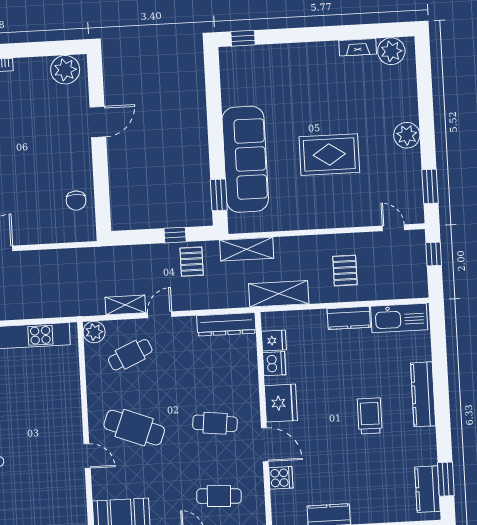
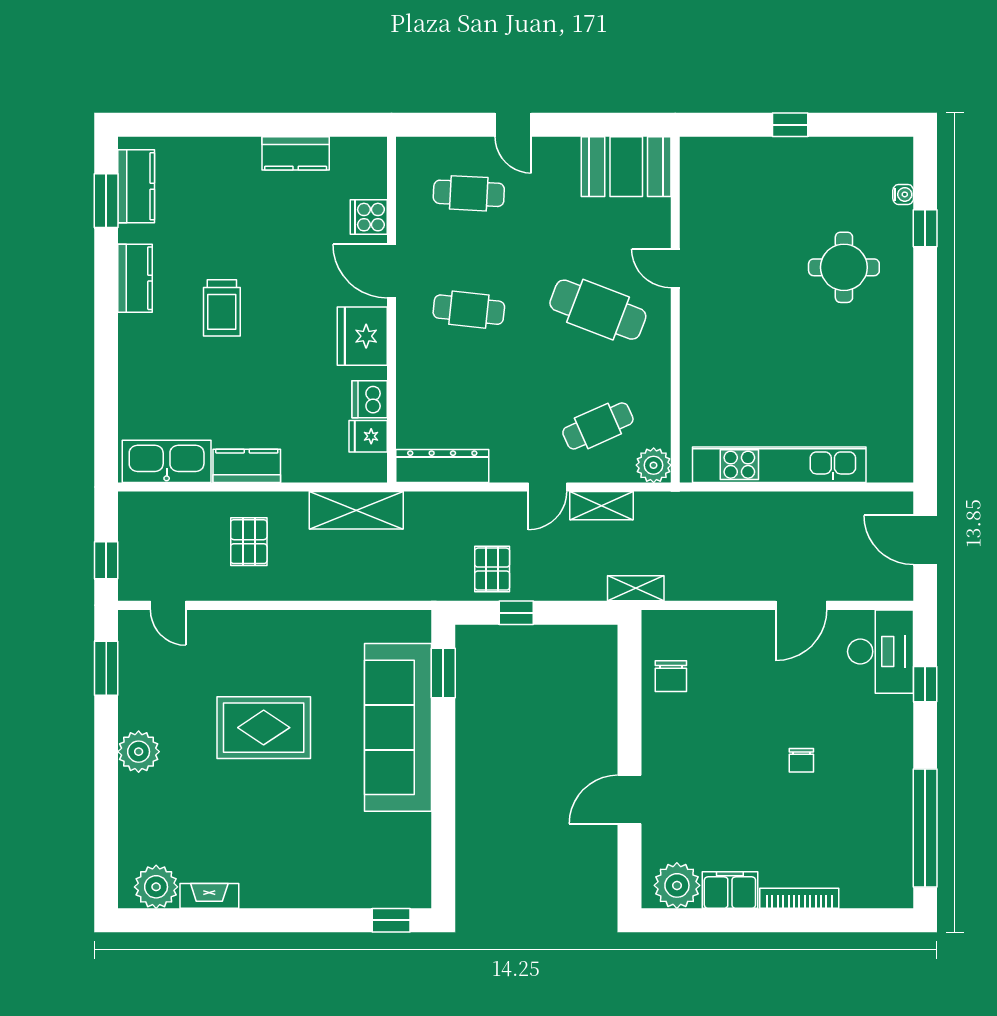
filing cabinet: (32, 69) -> (730, 890), added
chair: (76, 201) -> (671, 676), turned 180
shelving: (247, 249) -> (636, 588), moved, width x0.67, depth x0.75
kitchen counter: (423, 394) -> (135, 278), moved, width x0.67

